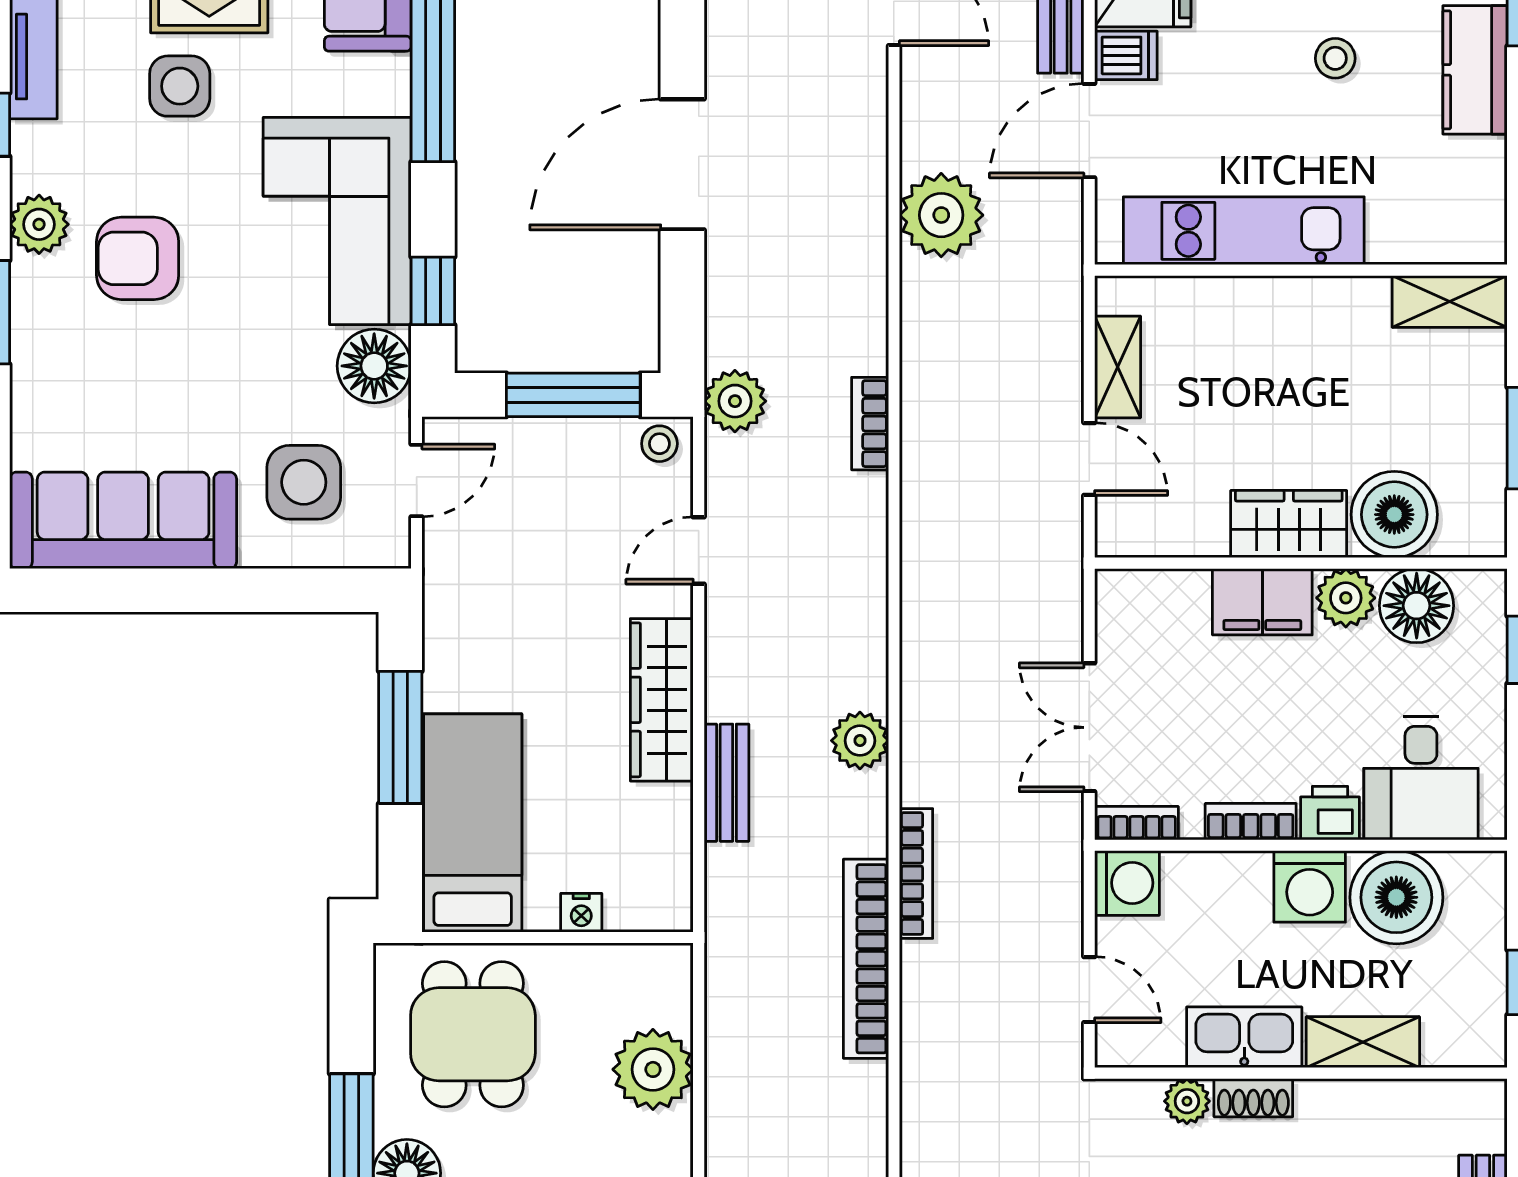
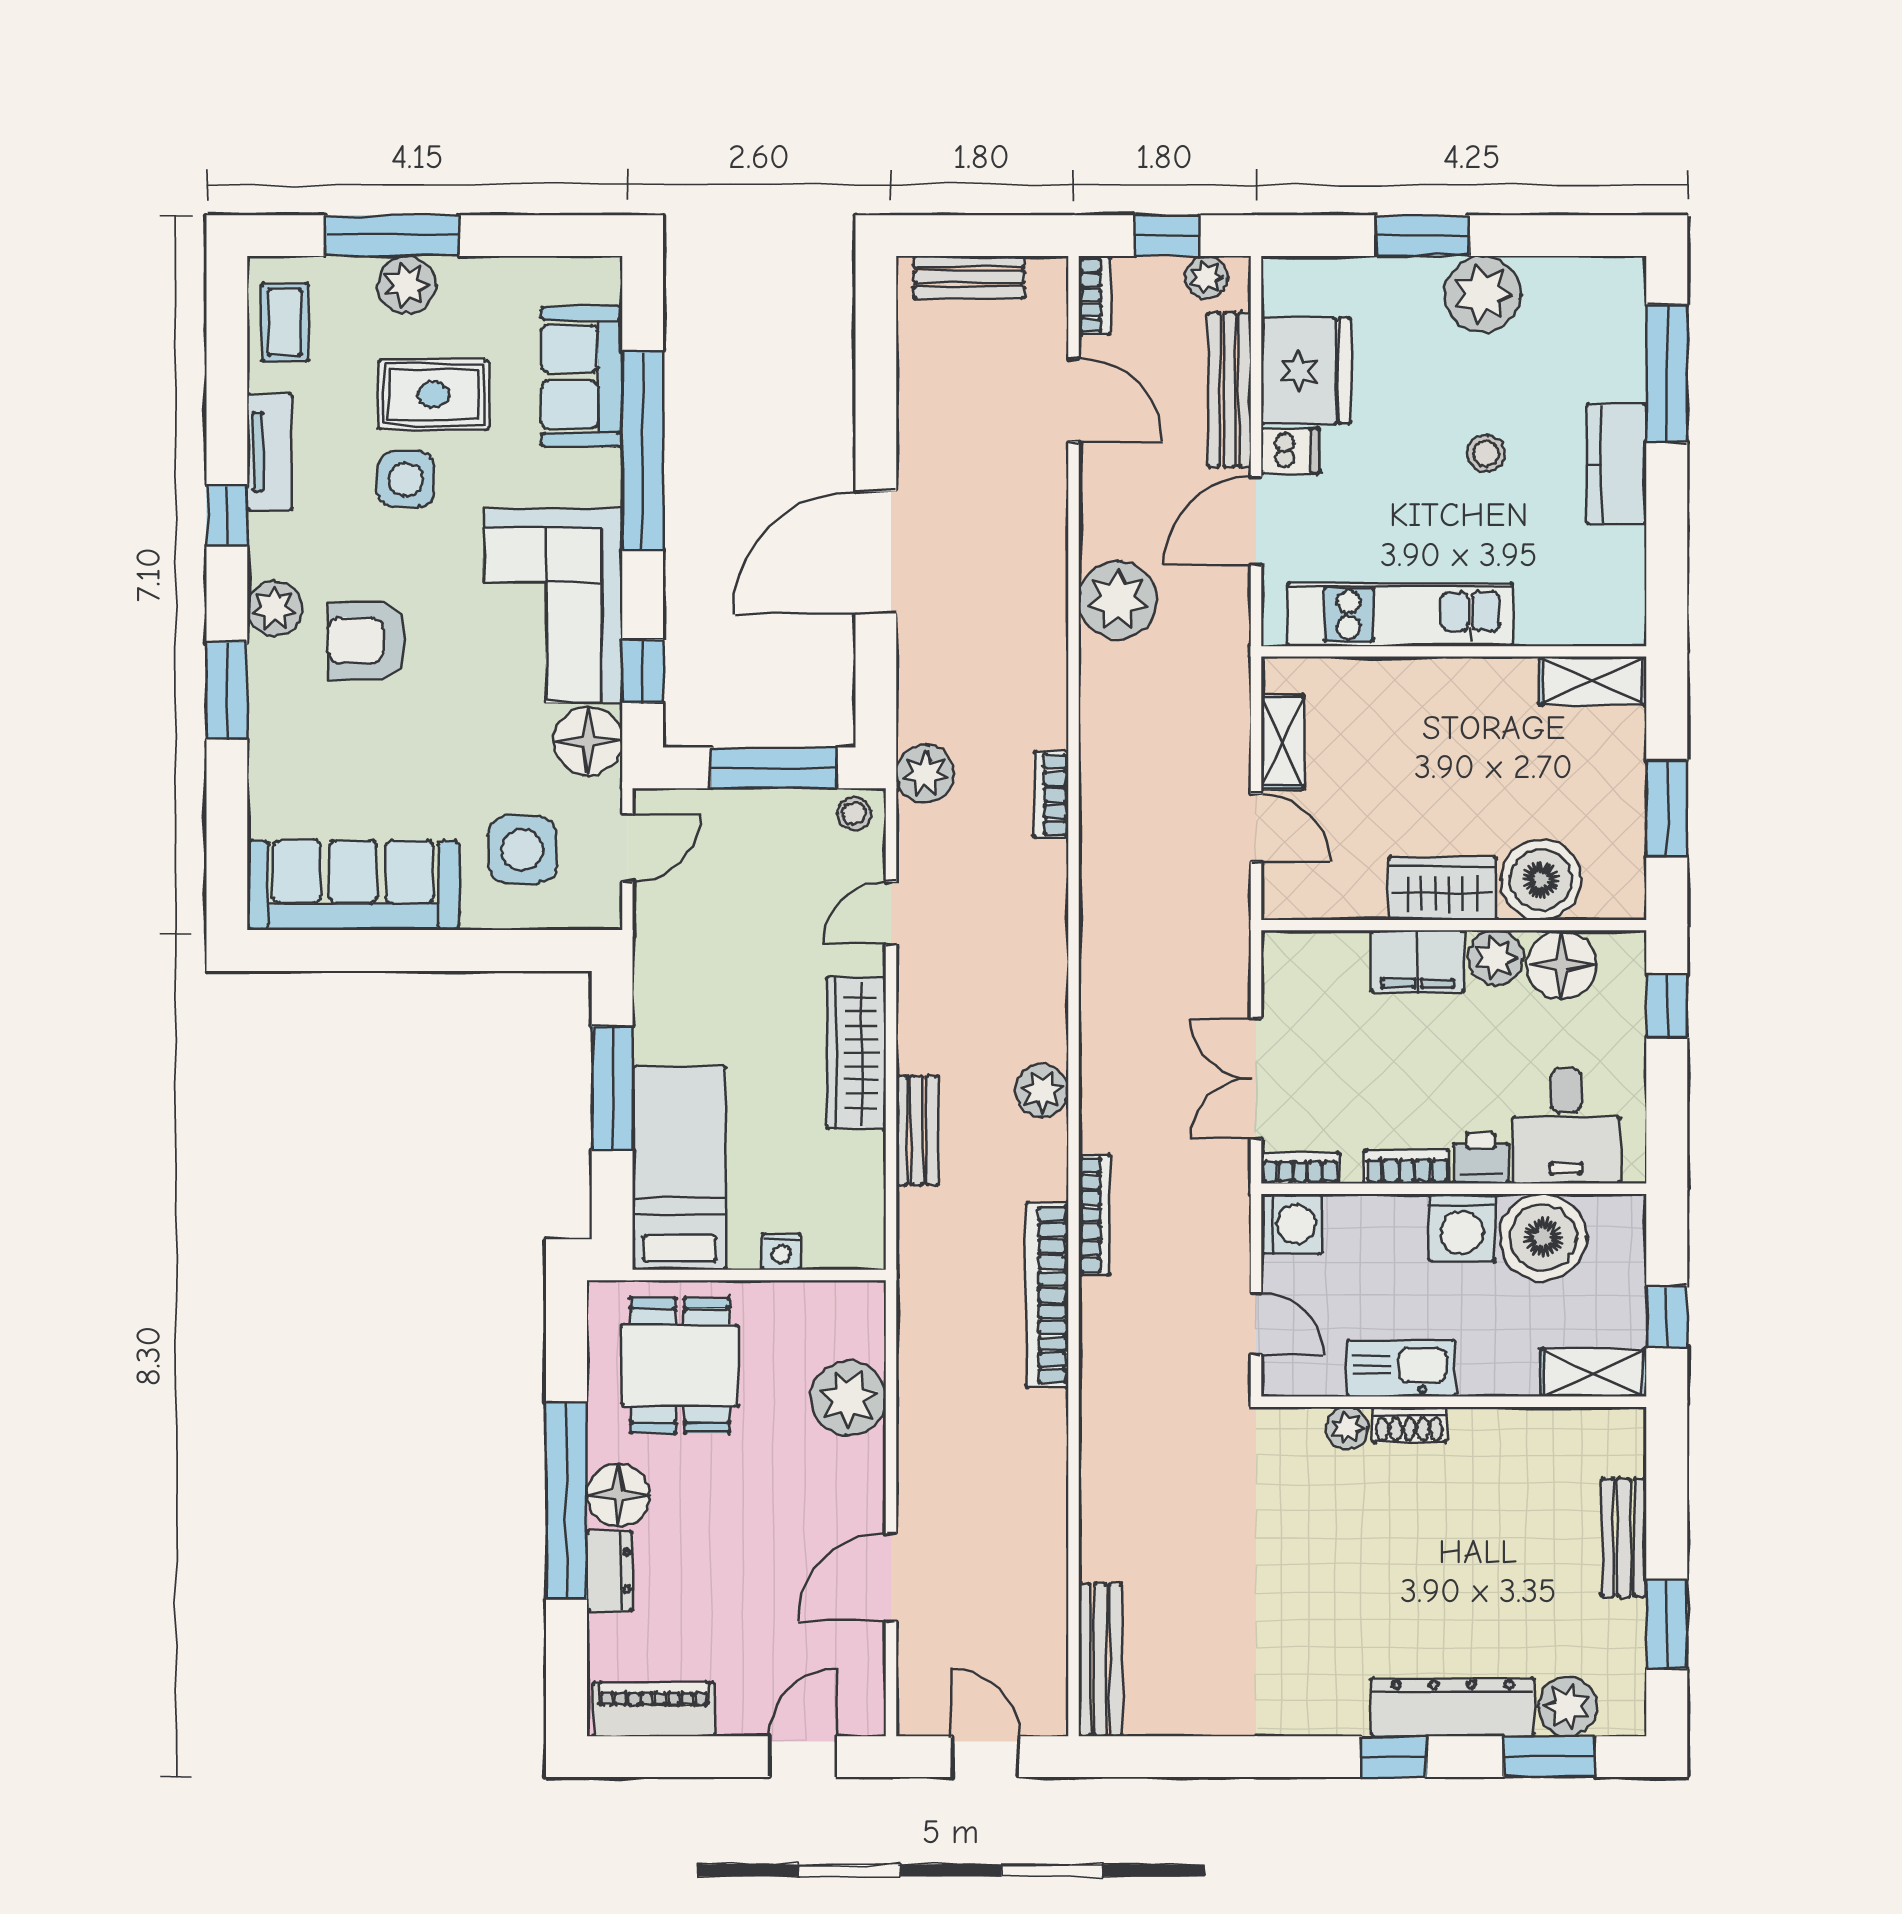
shelving: (1363, 1042) -> (1593, 1373), moved

